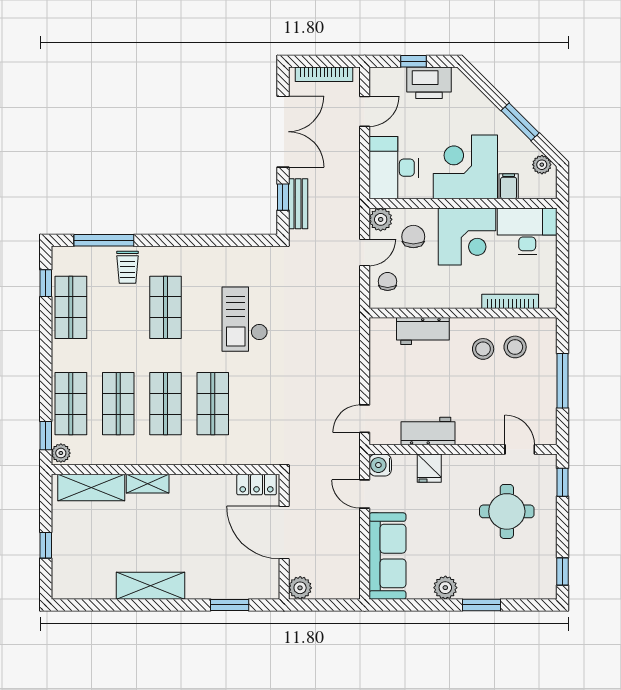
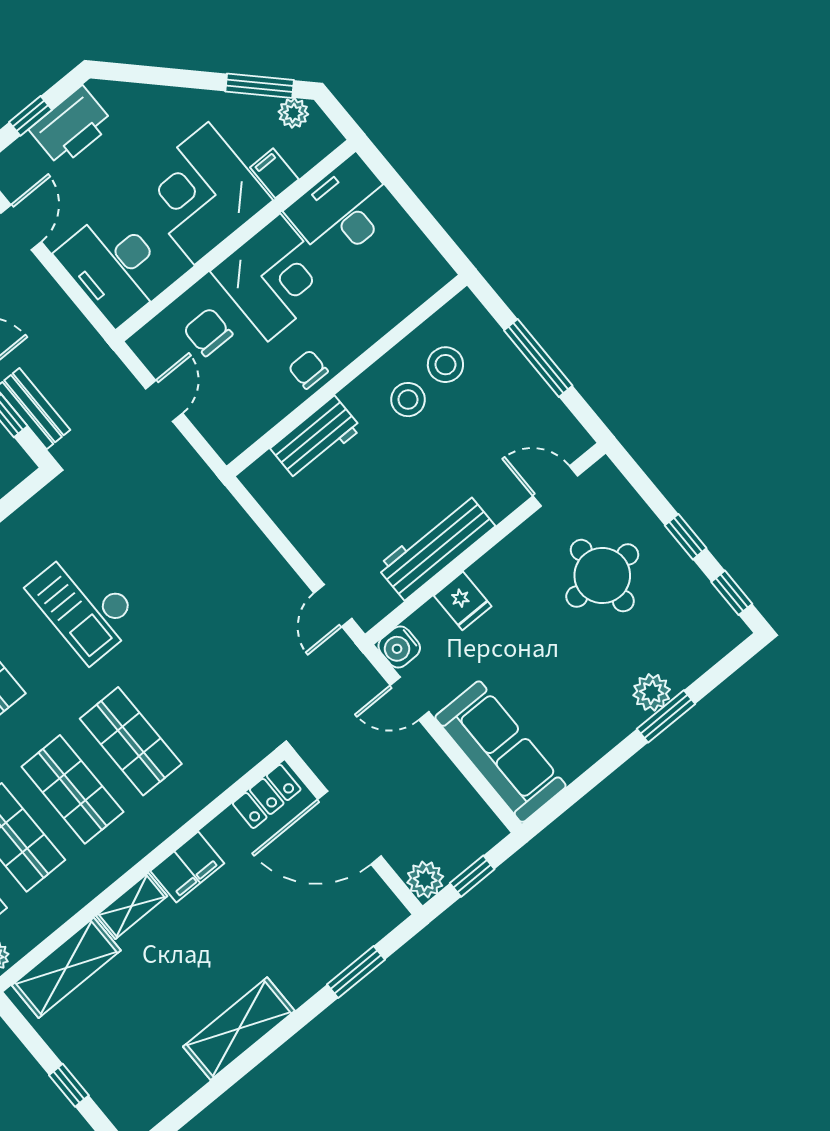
window: (520, 122) -> (260, 86), moved
plant: (381, 219) -> (150, 344), removed
chair: (388, 281) -> (308, 369), moved
bookcase: (510, 301) -> (393, 313), removed
workbench: (428, 431) -> (436, 546), width x1.38
window: (563, 482) -> (686, 537), moved
filing cabinet: (190, 487) -> (187, 867), added
plant: (445, 588) -> (652, 692), moved
window: (324, 605) -> (472, 876), added

